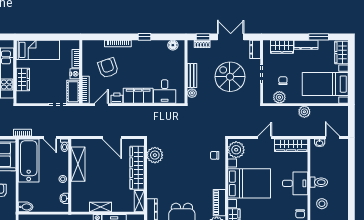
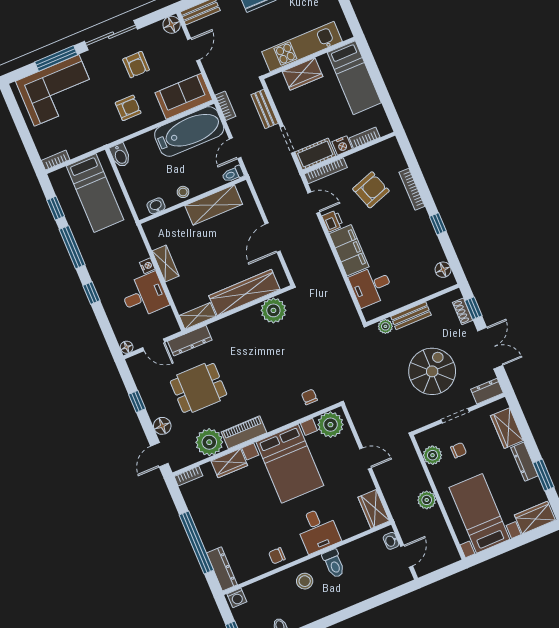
bench: (34, 110) -> (265, 109), added
wardrobe: (291, 145) -> (374, 509), width x0.67

